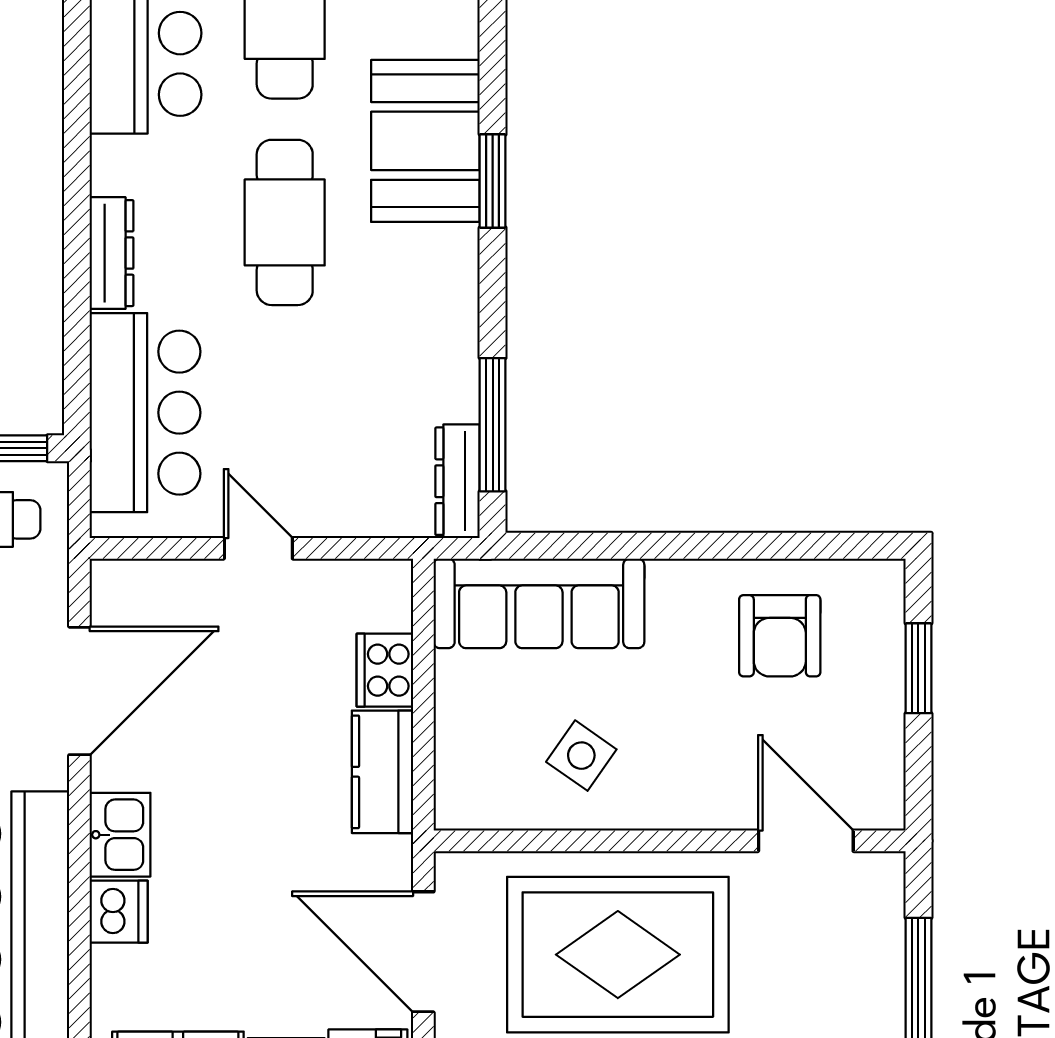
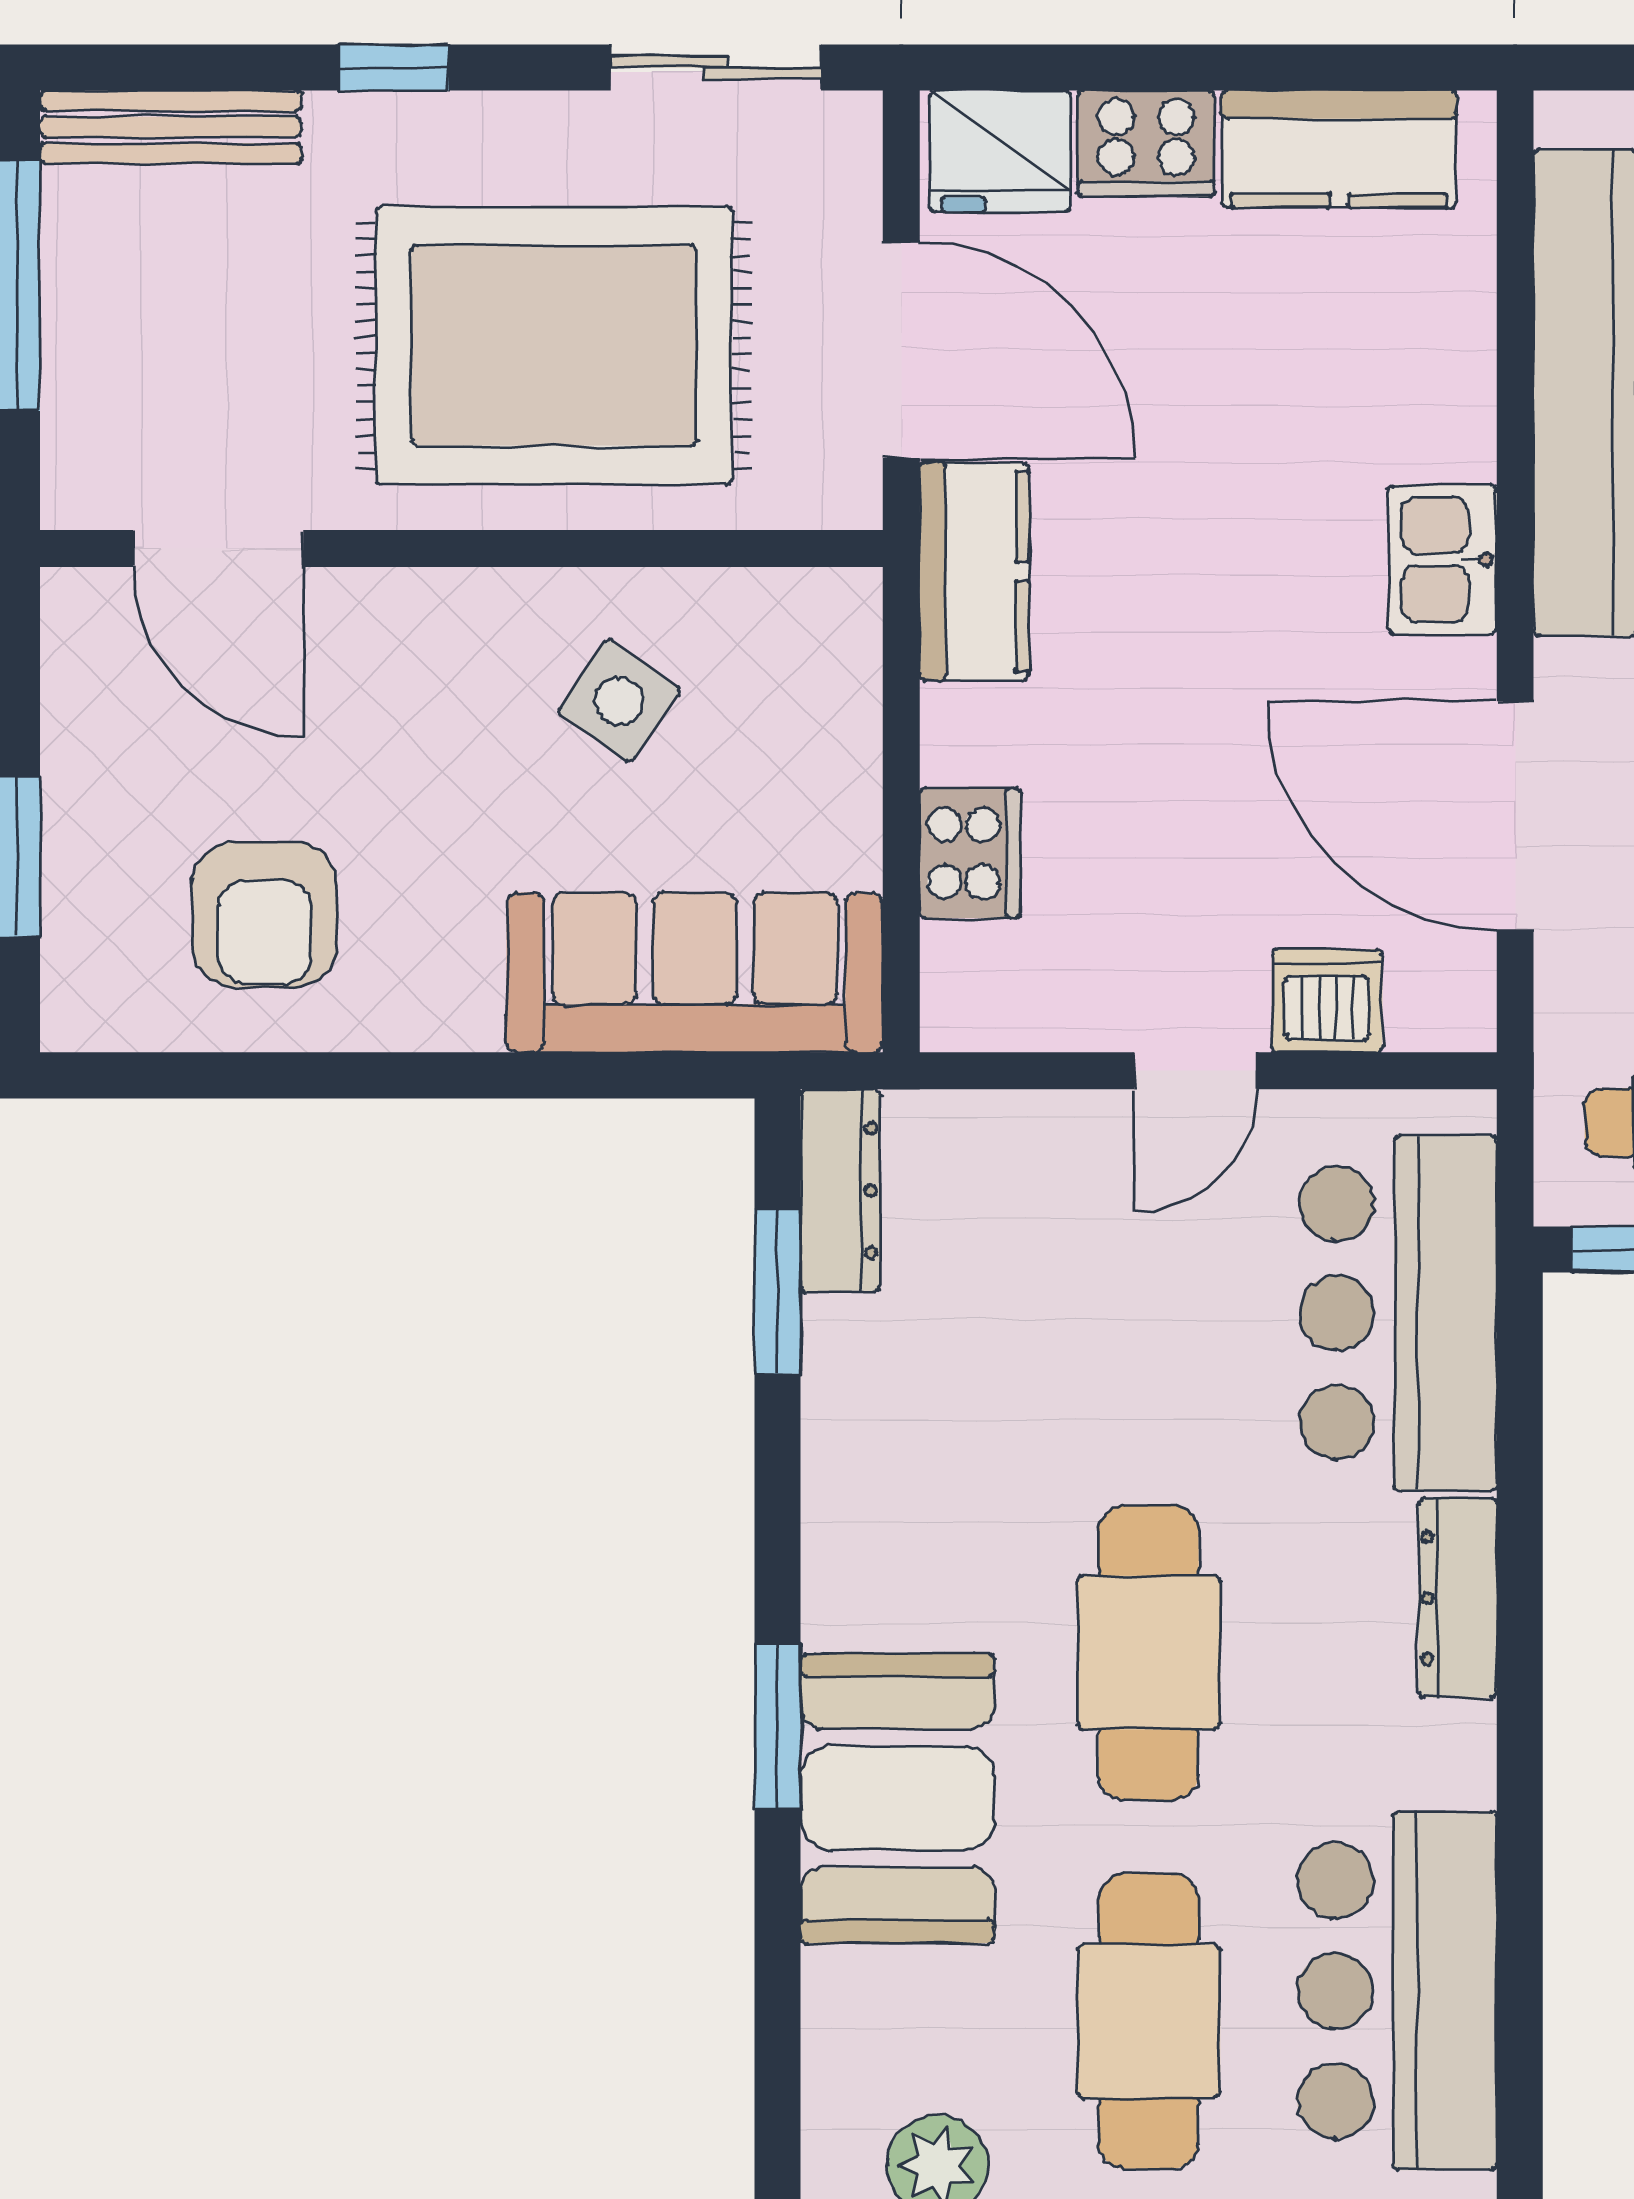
window: (493, 425) -> (778, 1291), width x0.69
door: (258, 548) -> (1196, 1071), hinge flipped
armchair: (780, 636) -> (265, 915), turned 180
door: (79, 691) -> (1515, 816), hinge flipped
kitchen counter: (382, 772) -> (974, 571), moved
dishwasher: (119, 912) -> (1327, 1001), moved, turned 90

